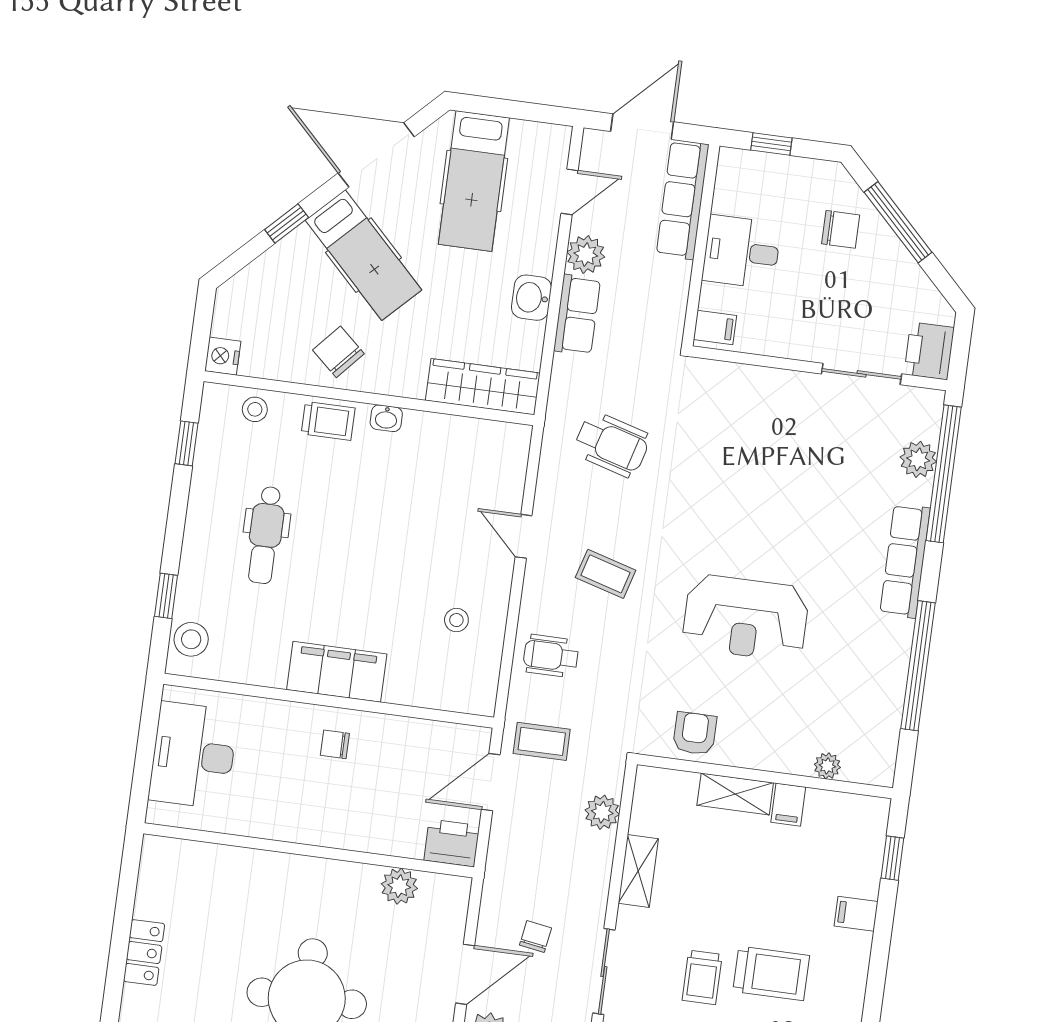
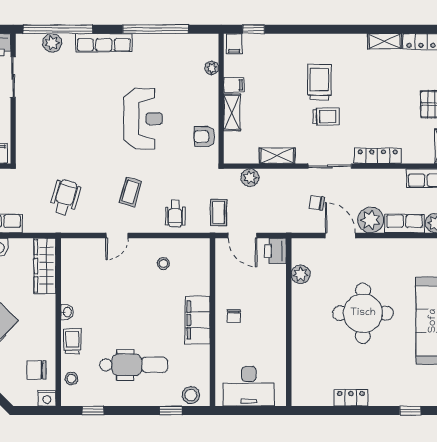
chair: (338, 352) -> (36, 370), moved, turned 48
dental chair: (265, 535) -> (134, 365), width x1.36, depth x1.38
filing cabinet: (856, 914) -> (234, 44), moved

